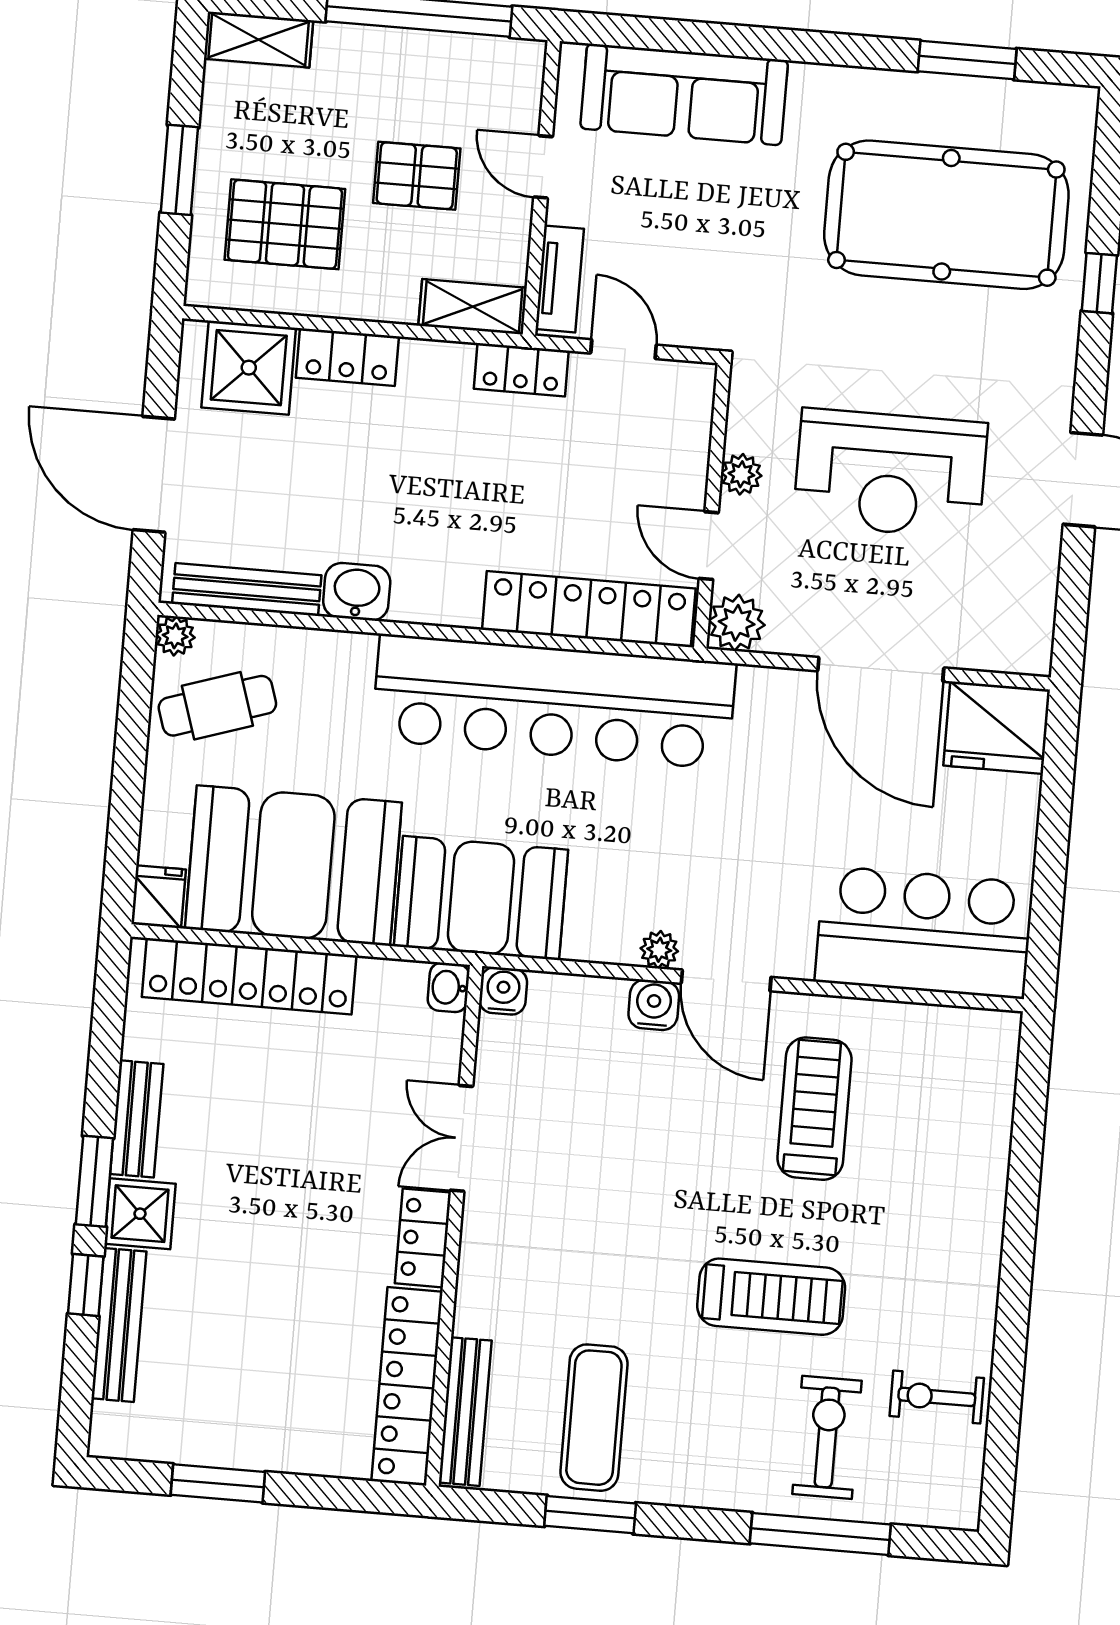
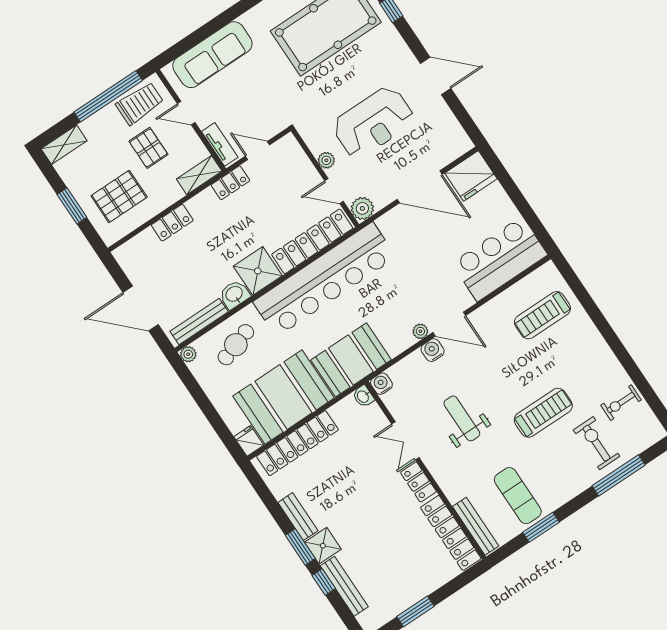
trolley: (468, 77) -> (140, 104), added
pallet: (417, 176) -> (148, 148), turned 90
shower: (249, 368) -> (258, 271), moved
cafe table: (217, 706) -> (236, 345), moved
treadmill: (814, 1109) -> (542, 315), moved, turned -90
weight bench: (605, 1182) -> (462, 418), added

